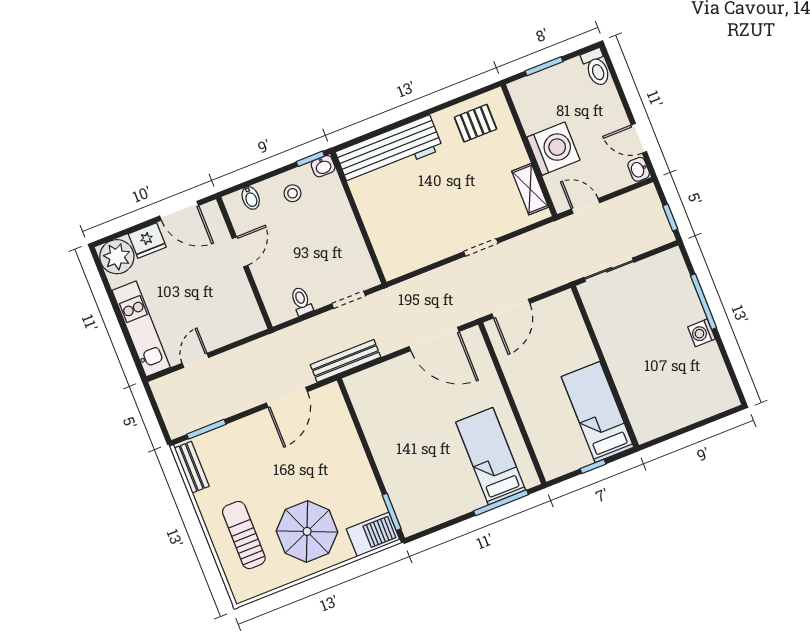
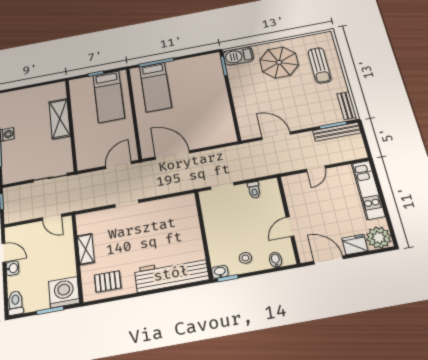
washing machine: (553, 149) -> (64, 292), moved, turned 90
washbasin: (639, 169) -> (12, 268), moved
shelving: (530, 189) -> (86, 249), moved
door: (195, 360) -> (316, 169), moved
bench: (346, 361) -> (337, 132), moved
shelving: (626, 374) -> (60, 119), added
door: (287, 397) -> (276, 136), hinge flipped
bed: (598, 412) -> (109, 97), moved

